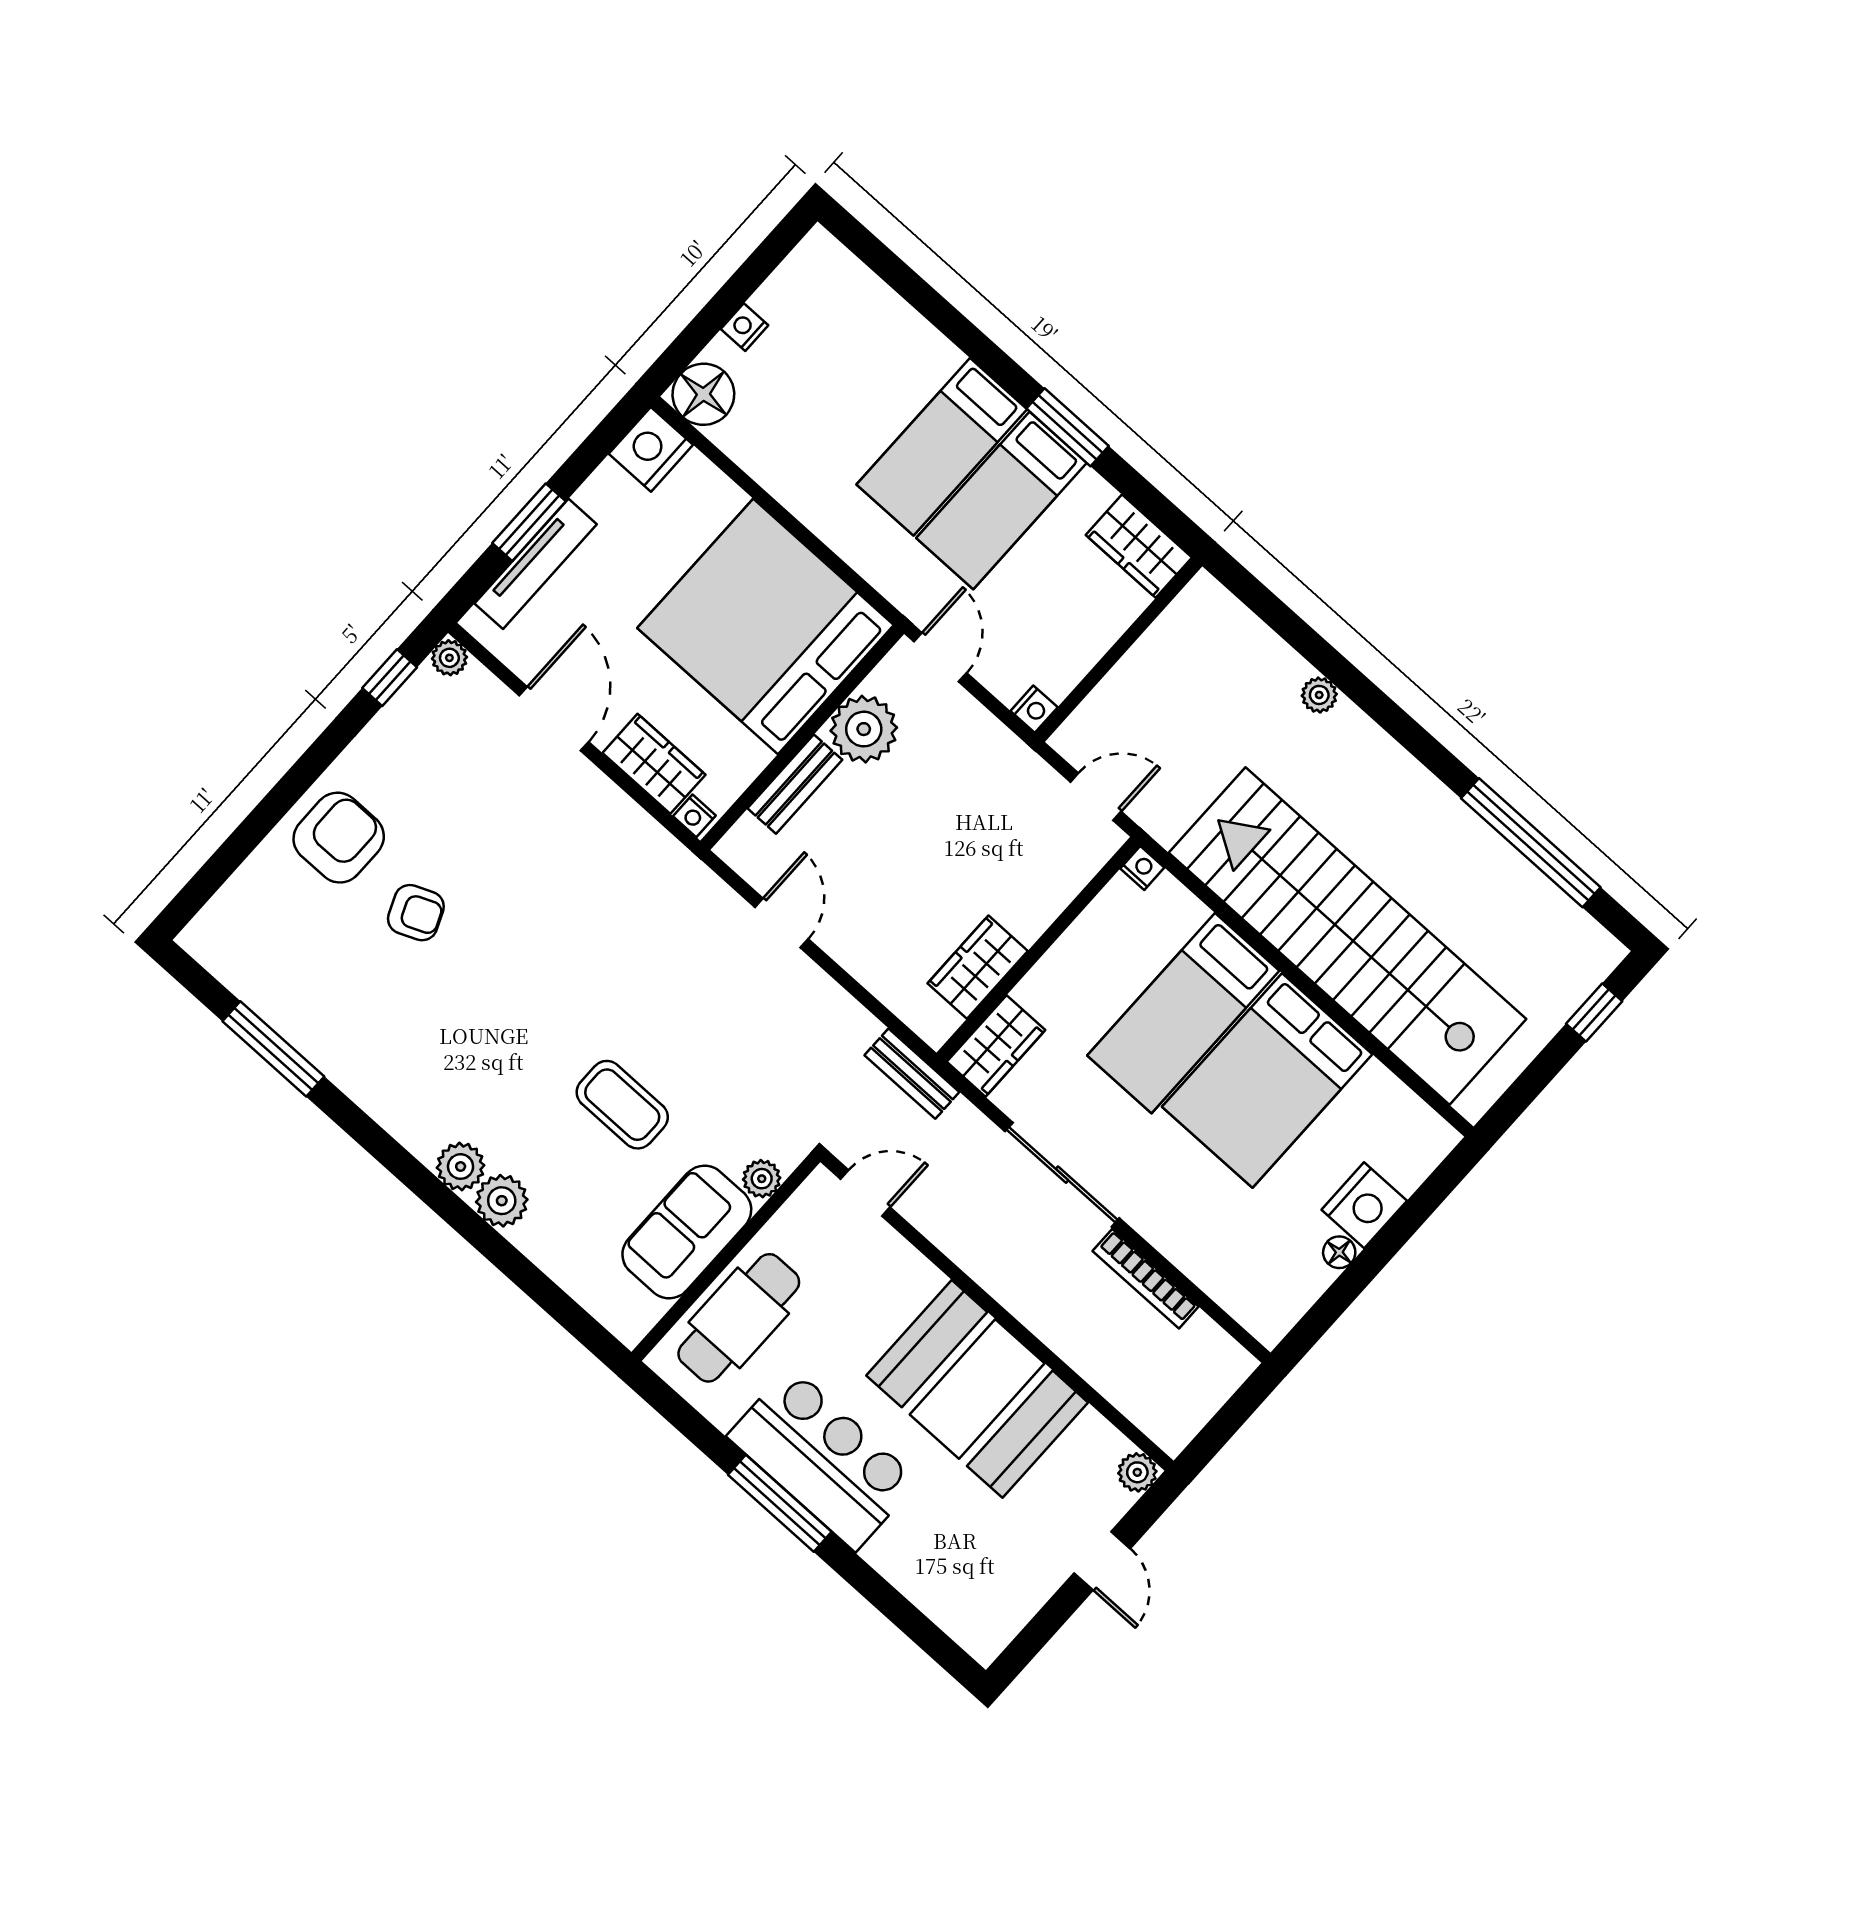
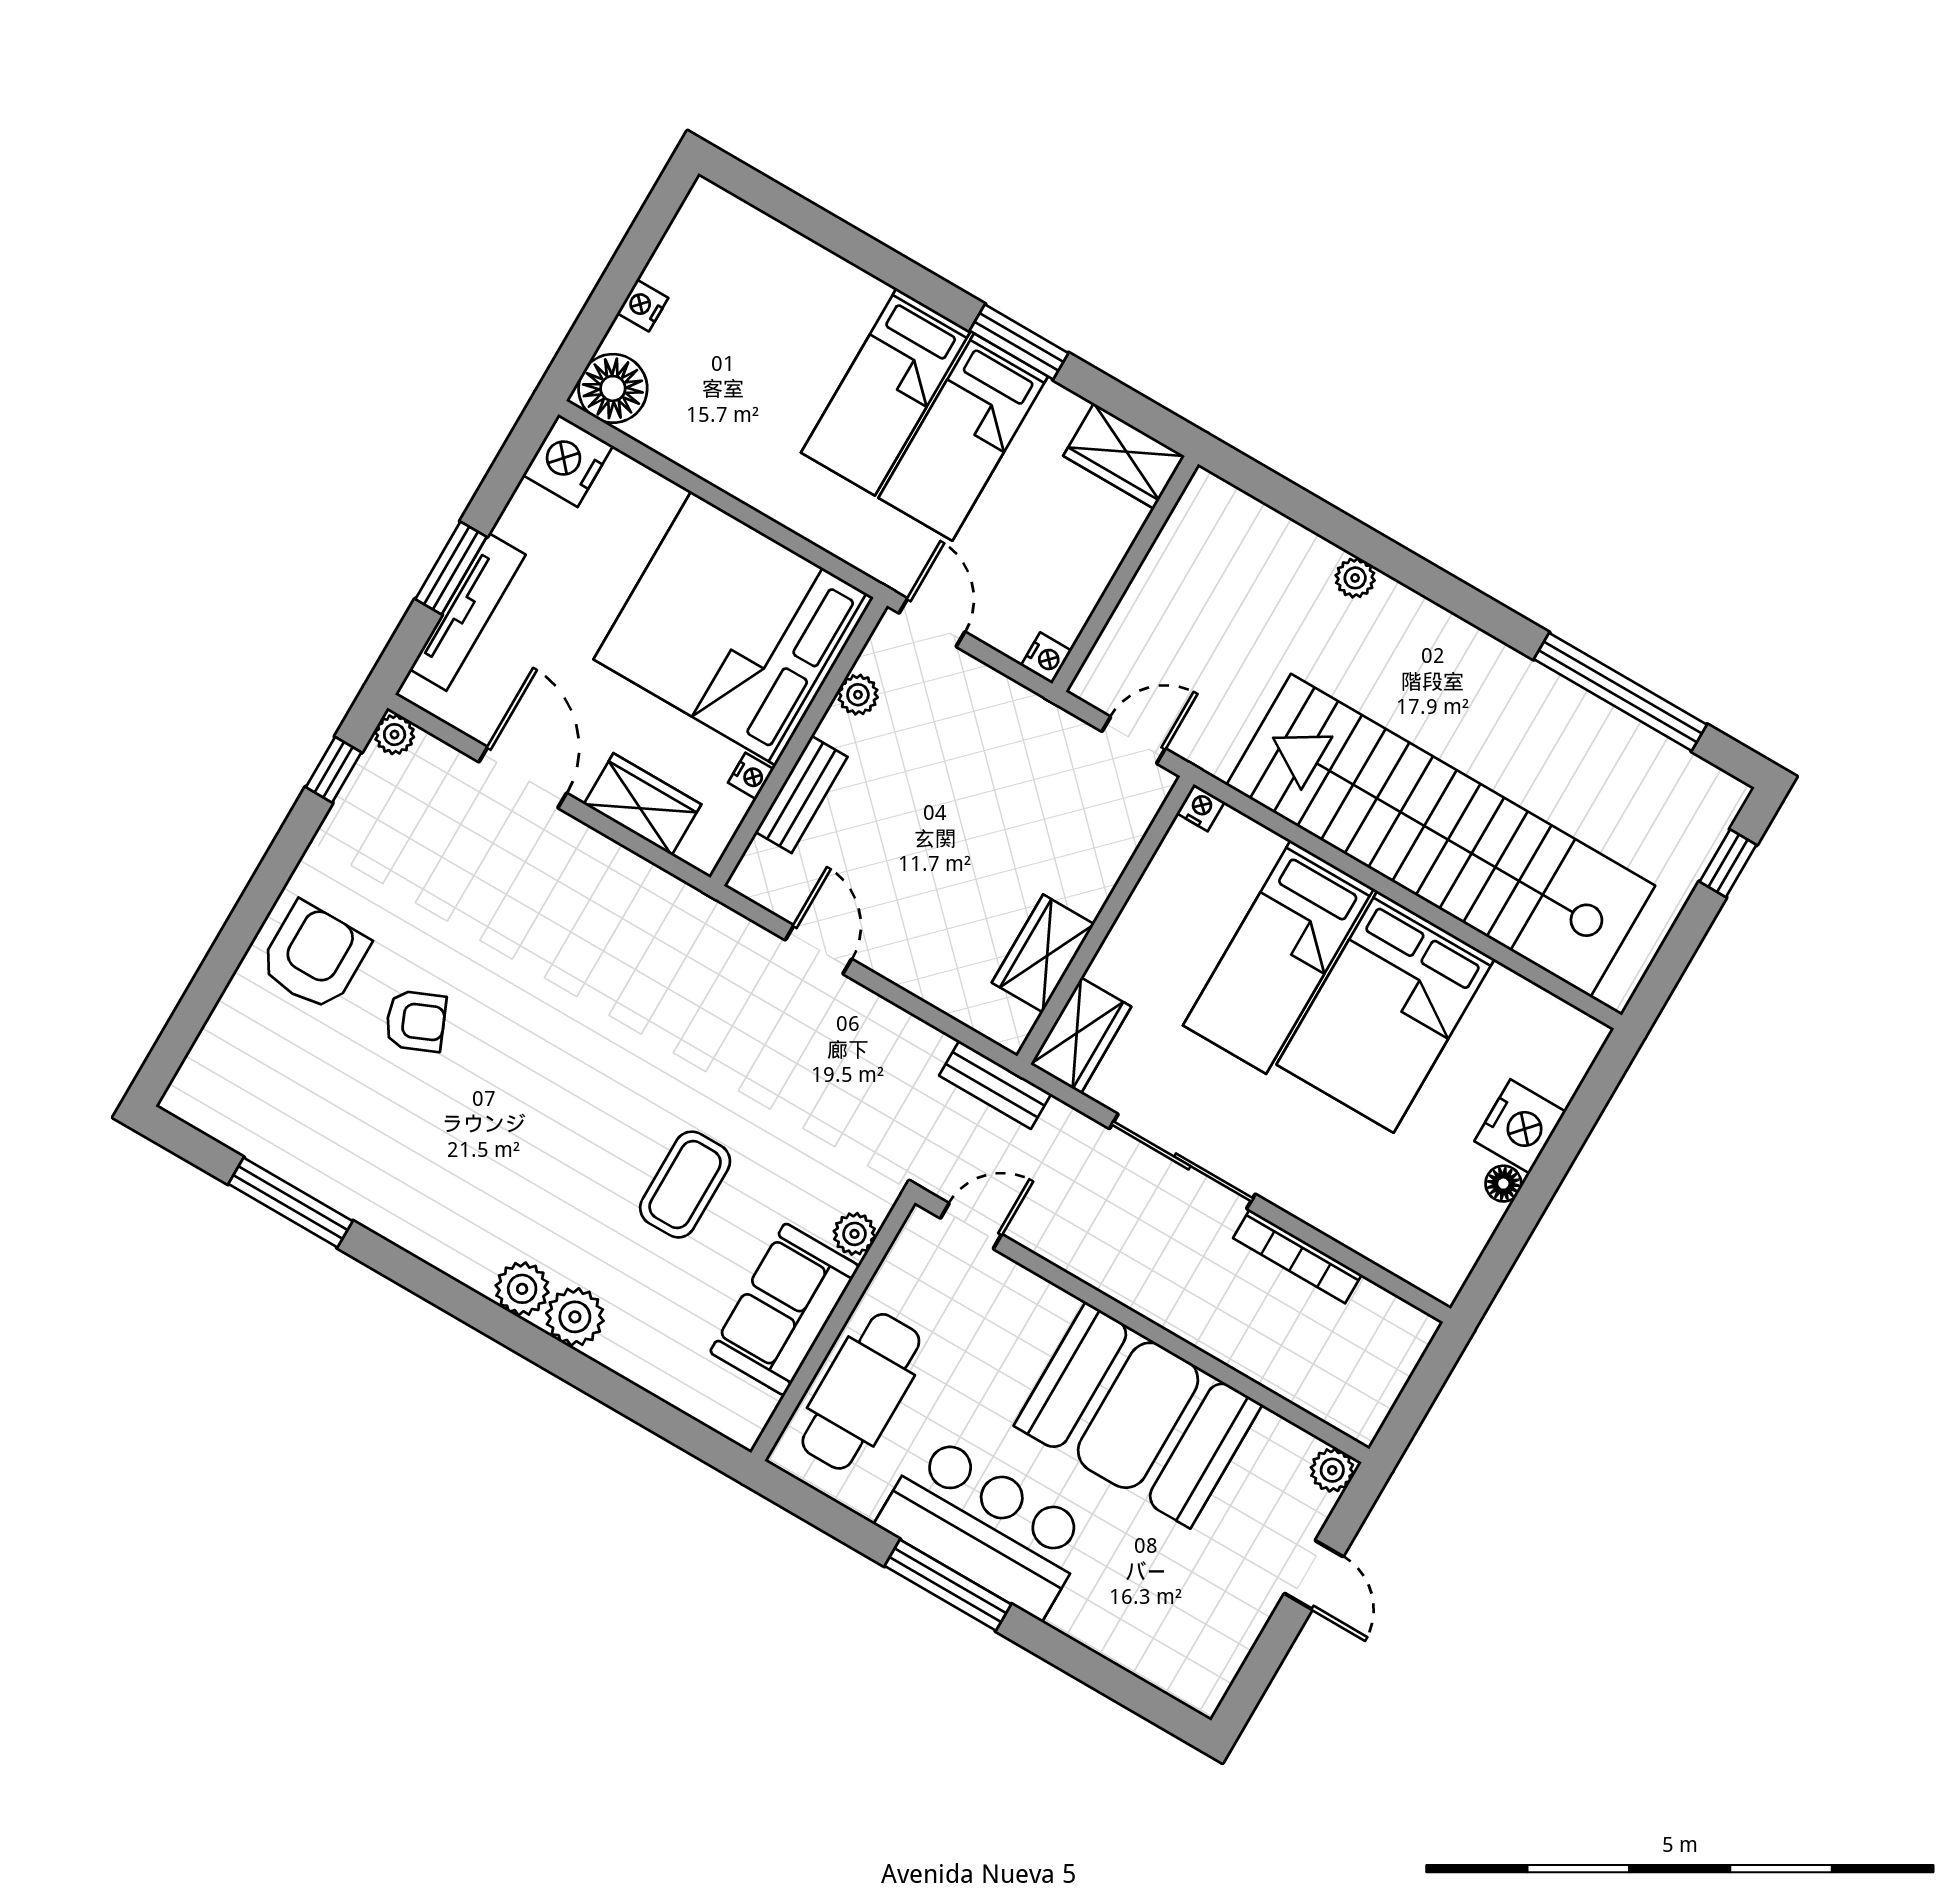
plant: (864, 729) -> (858, 695), width x0.53, depth x0.53
nightstand: (694, 816) -> (751, 776), moved, turned -90
coffee table: (622, 1105) -> (685, 1185), turned 90

